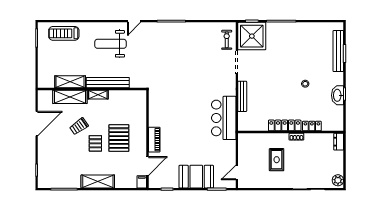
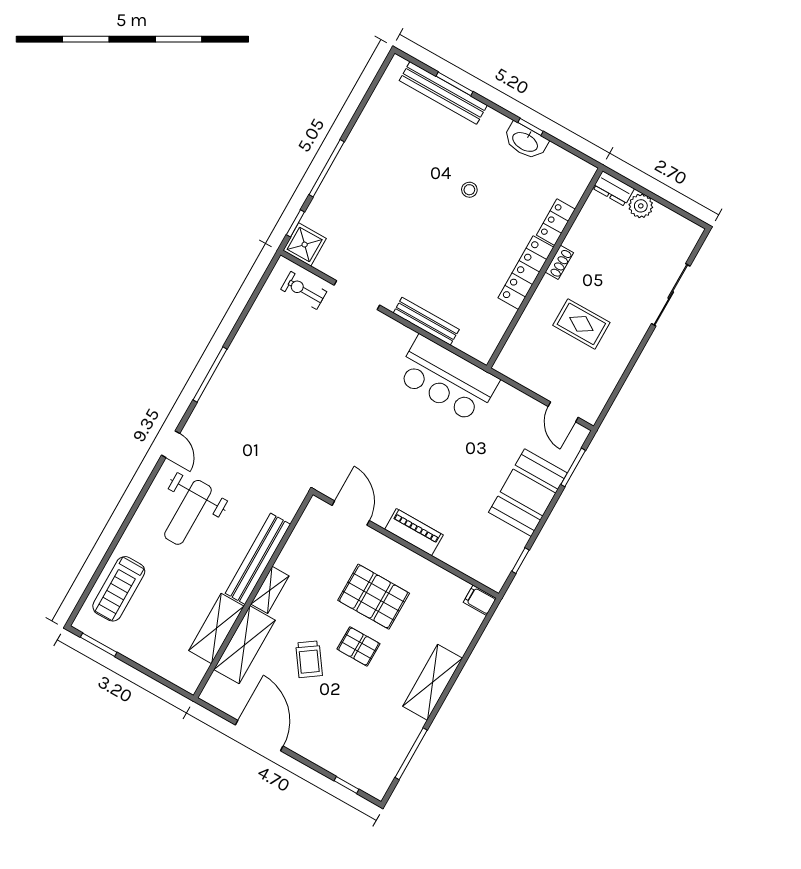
shower: (252, 36) -> (305, 245), width x0.54, depth x0.54
door: (148, 166) -> (351, 513), moved
plant: (338, 180) -> (641, 206), moved

